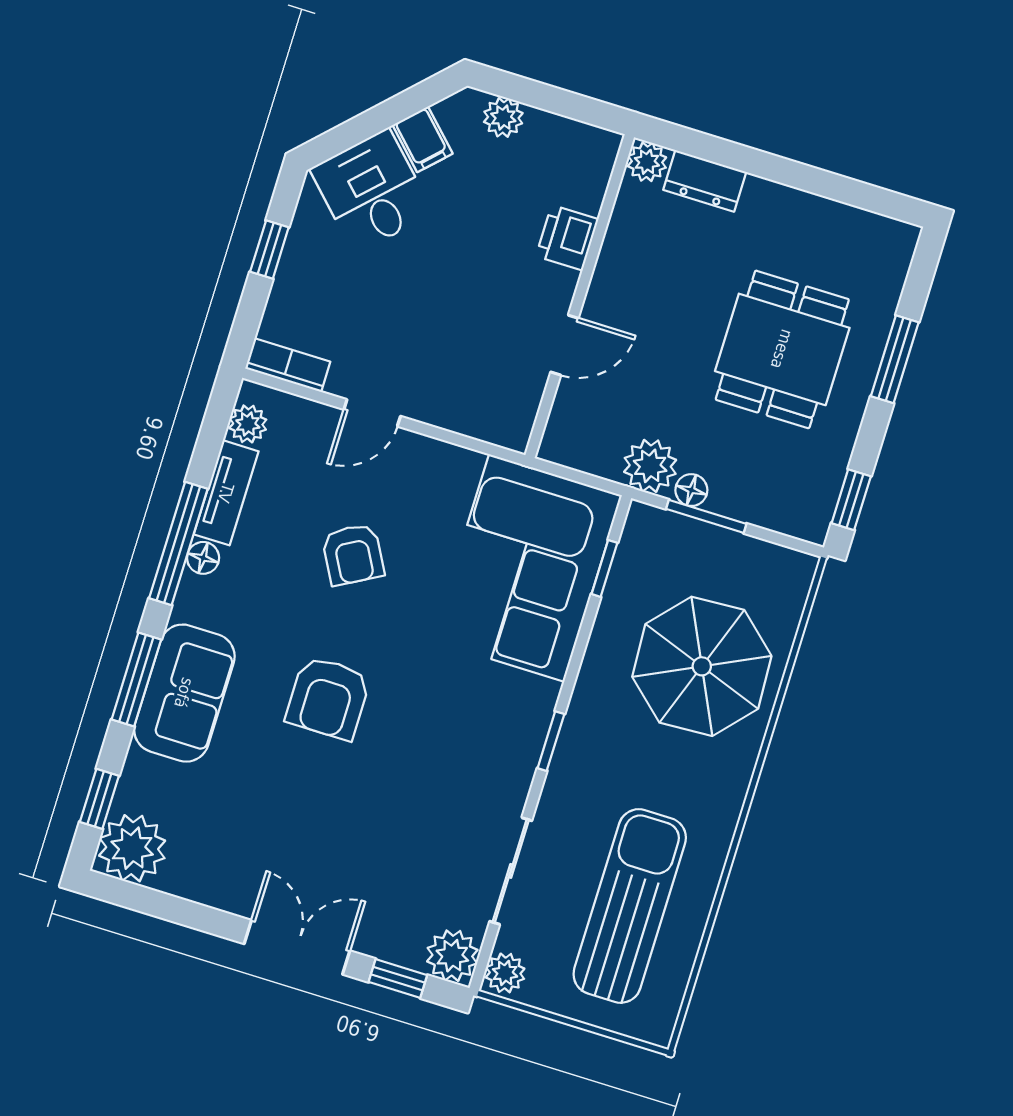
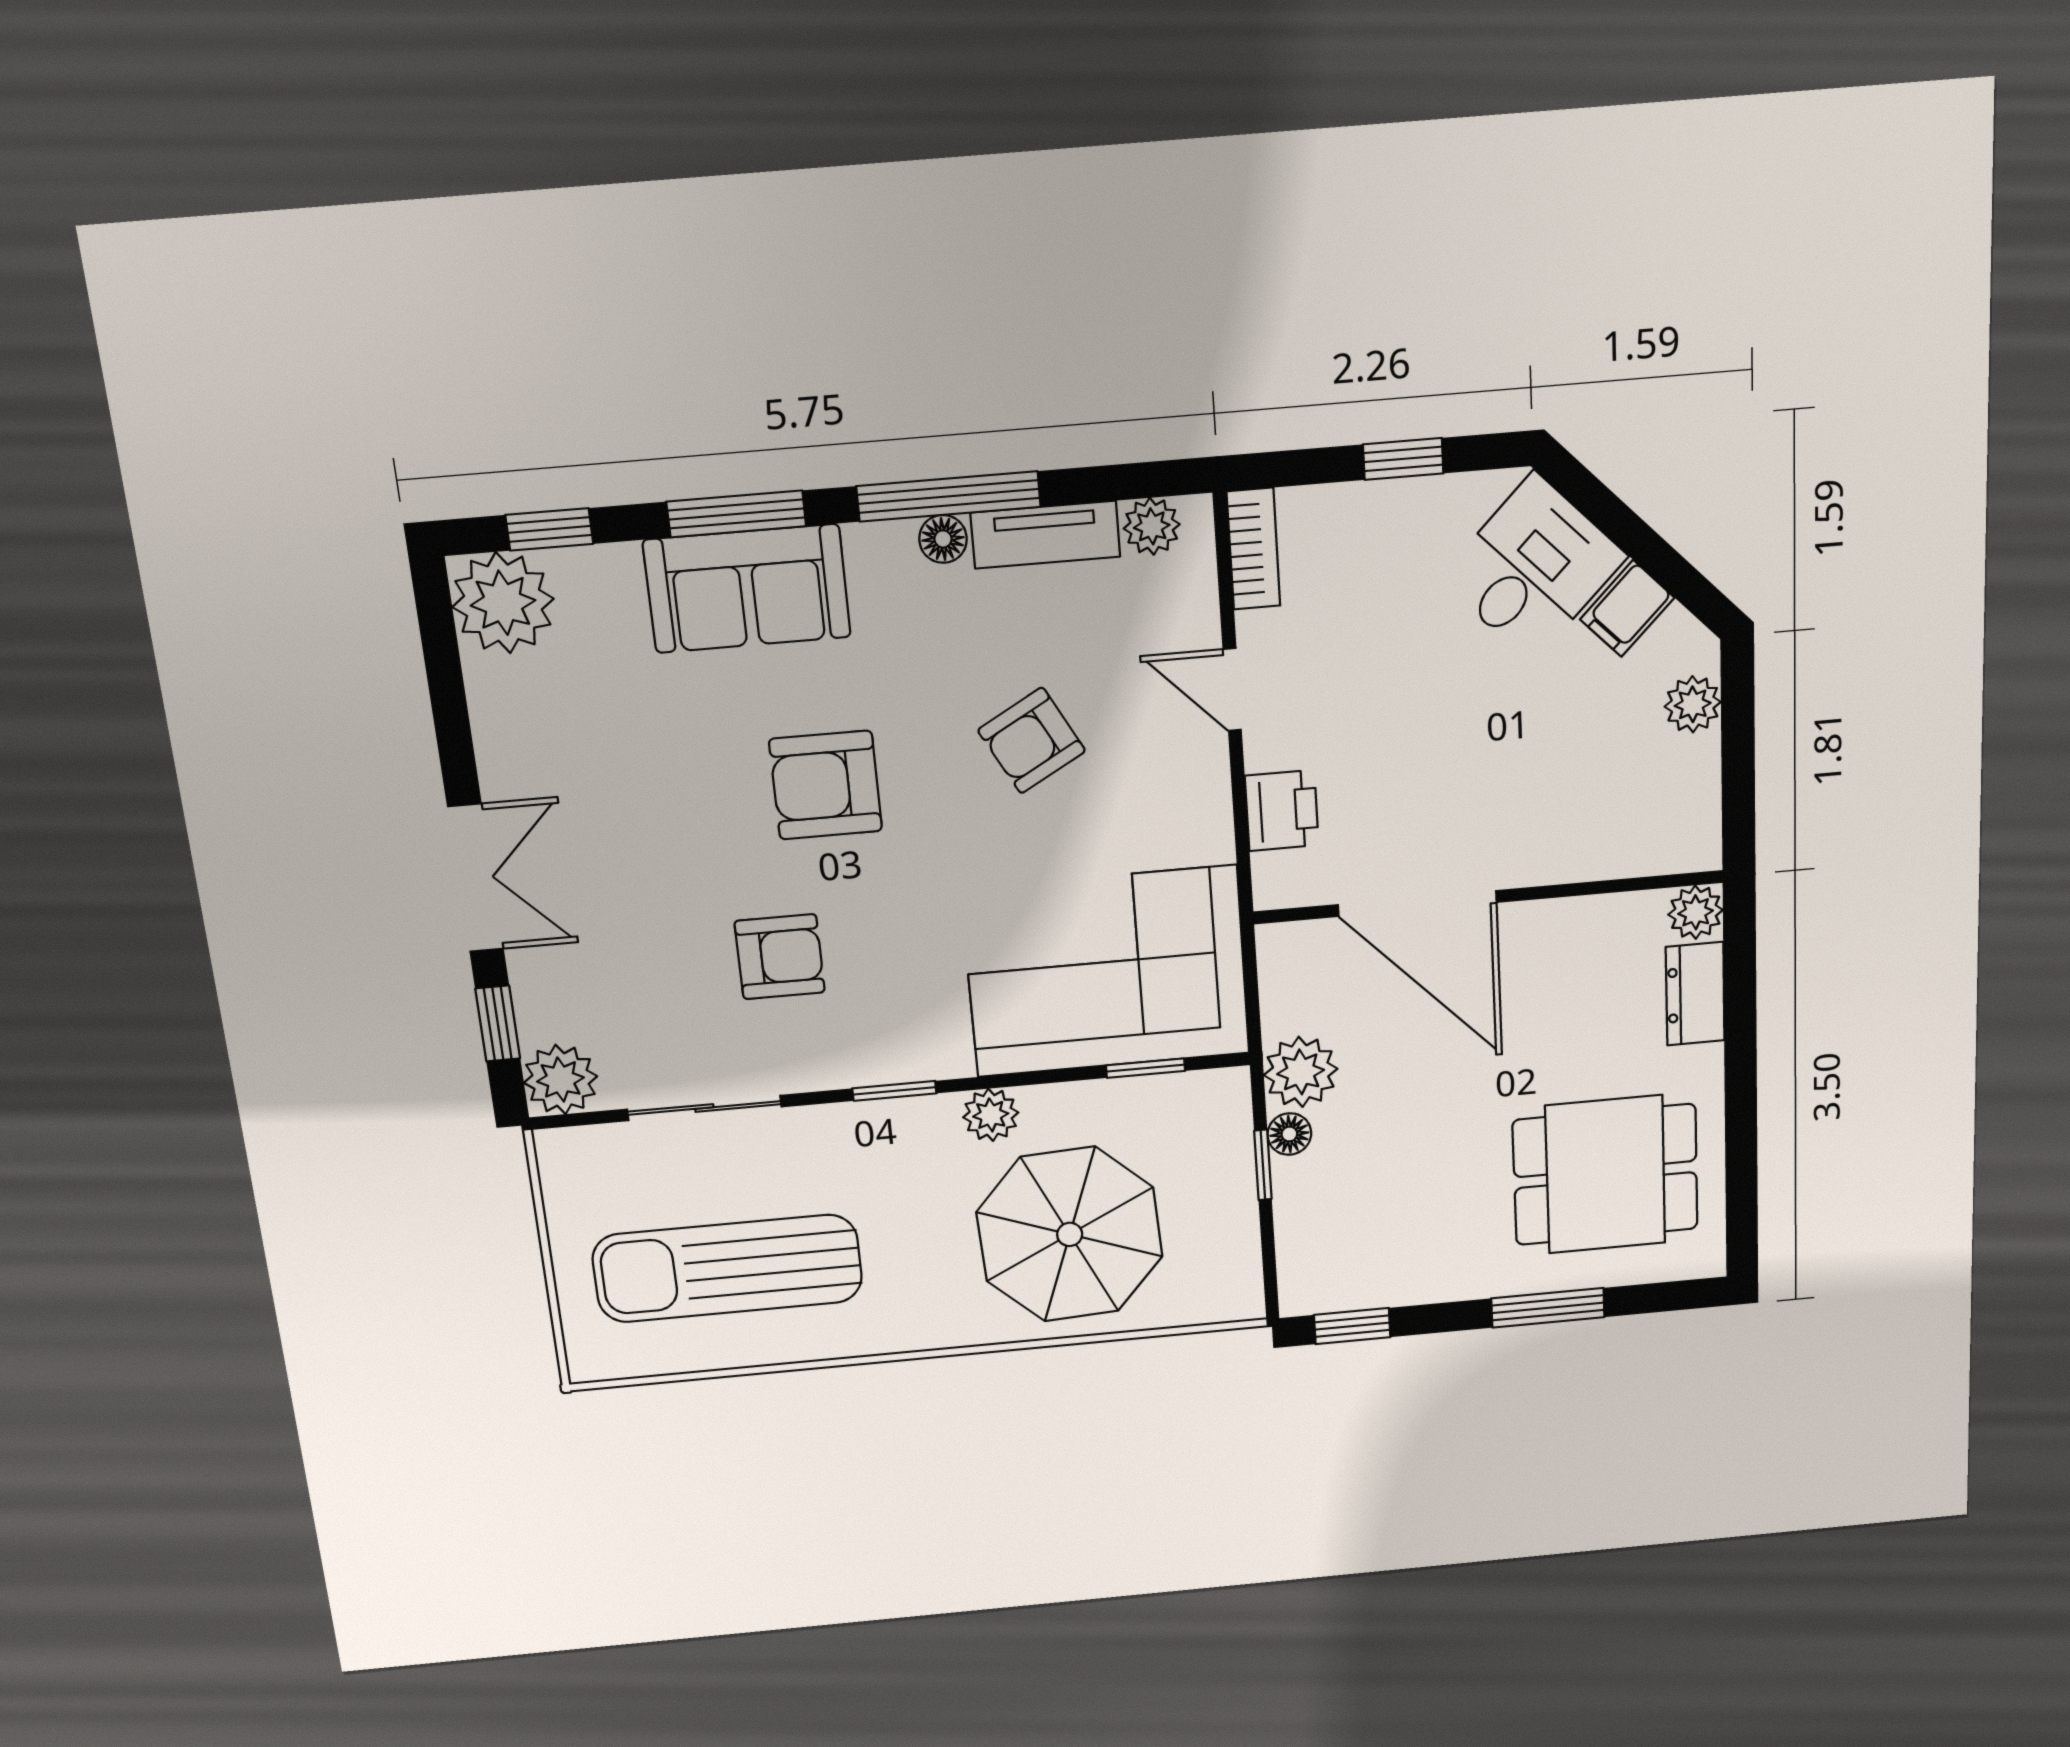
printer: (567, 238) -> (1282, 811), moved, turned 90
door: (564, 345) -> (1417, 903), width x1.87
dining table: (782, 349) -> (1605, 1175), moved
window: (706, 516) -> (1263, 1165), width x0.67
armchair: (429, 776) -> (780, 957), added
sun lounger: (630, 906) -> (728, 1269), turned 180
plant: (505, 973) -> (991, 1115), moved

